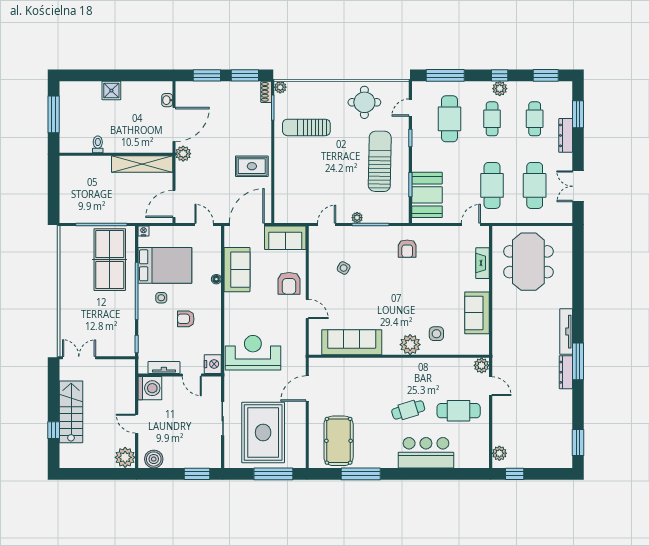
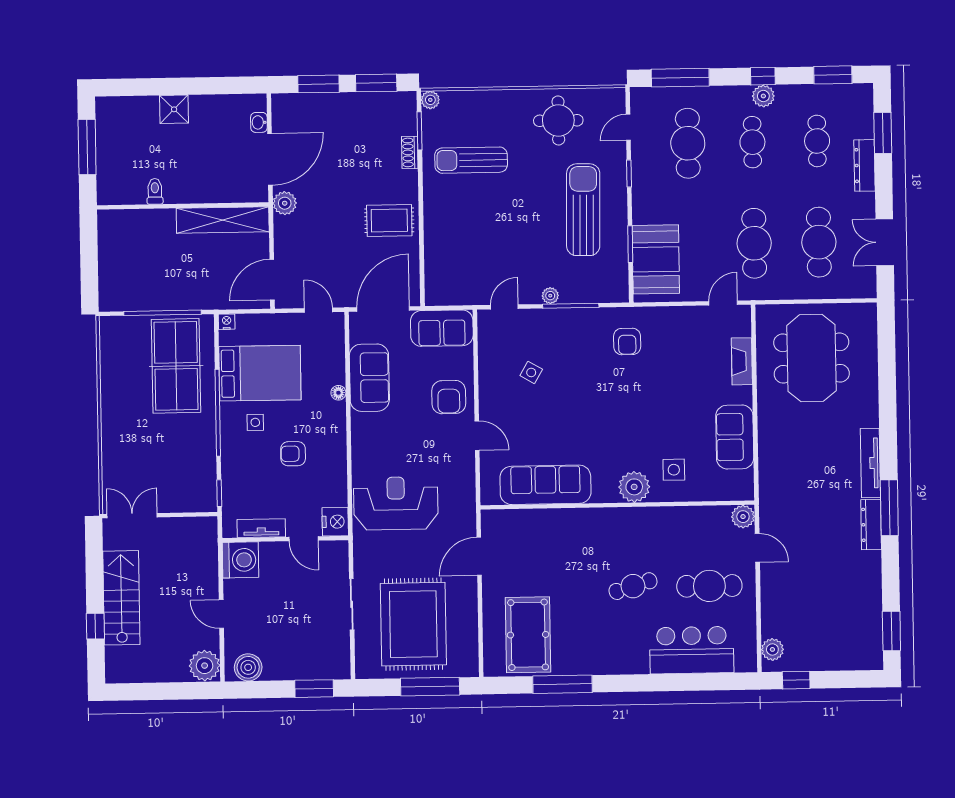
shoe rack: (266, 92) -> (410, 152), moved
bar counter: (426, 453) -> (692, 650), moved

